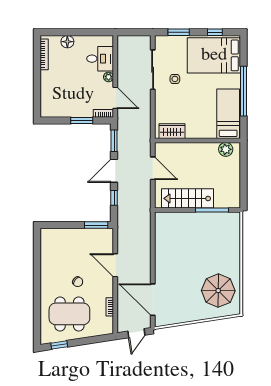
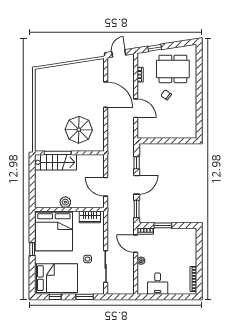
floor lamp: (67, 42) -> (175, 289), removed
desk: (100, 59) -> (158, 284), moved, turned -90
window: (243, 91) -> (32, 249), width x0.32
bed: (228, 114) -> (54, 231), width x2.04
plant: (226, 149) -> (65, 202), moved
stairs: (187, 198) -> (55, 162), moved
window: (96, 225) -> (151, 141), removed
parasol: (218, 291) -> (79, 130), moved
door: (153, 300) -> (106, 95), moved
window: (59, 345) -> (155, 48), moved

